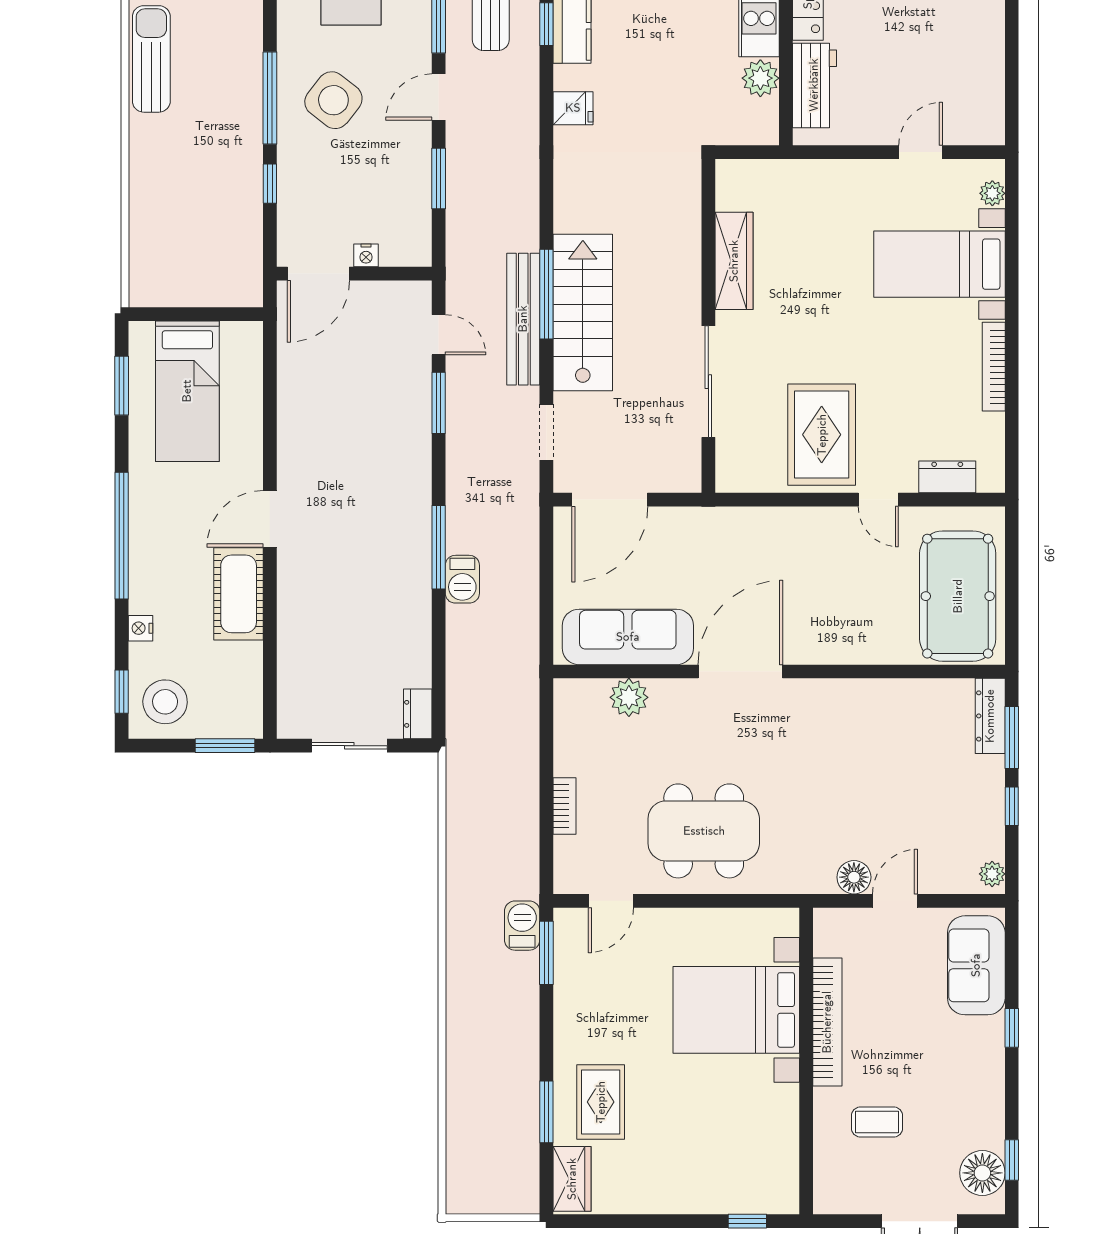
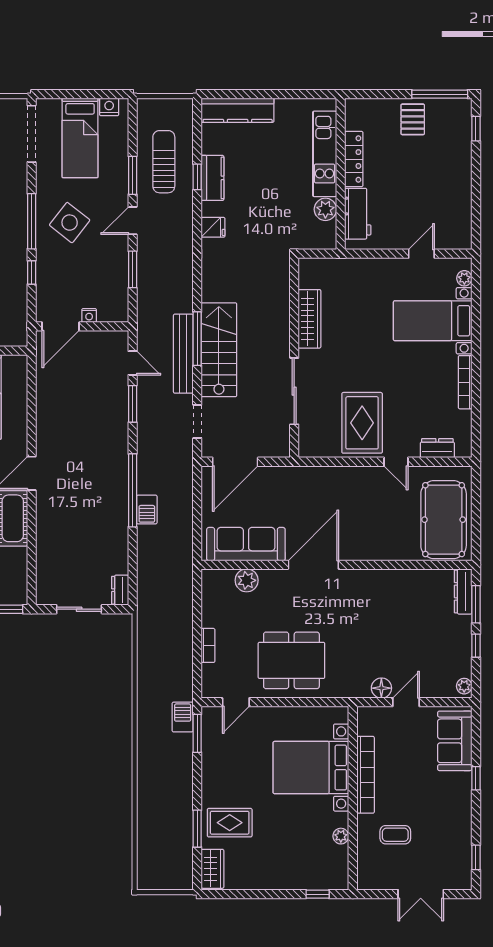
window: (439, 547) -> (133, 490), width x1.46
rug: (601, 1102) -> (230, 823), turned 90
plant: (786, 1124) -> (341, 836), added
floor lamp: (982, 1173) -> (458, 865), removed

